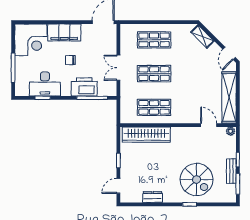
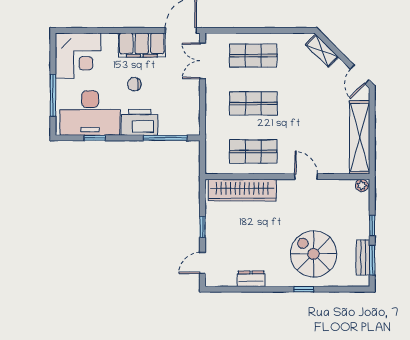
filing cabinet: (64, 32) -> (142, 45), moved
double door: (118, 68) -> (202, 61), moved
desk: (45, 84) -> (90, 113), width x1.36, depth x1.30
printer: (84, 87) -> (140, 122), moved
door: (209, 125) -> (306, 177), moved
bench: (231, 171) -> (363, 257), moved
spiral stairs: (197, 180) -> (314, 254), turned 180

